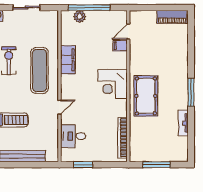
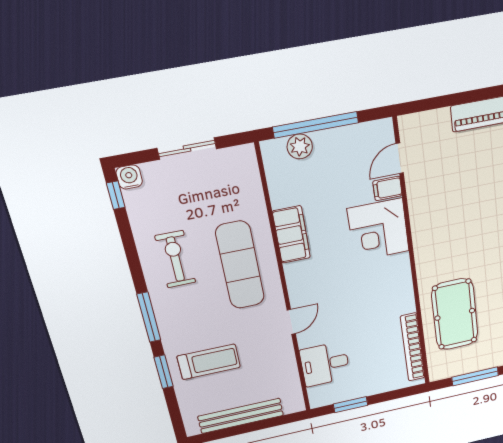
corner desk: (113, 84) -> (378, 230), moved
pool table: (146, 96) -> (455, 314), moved

